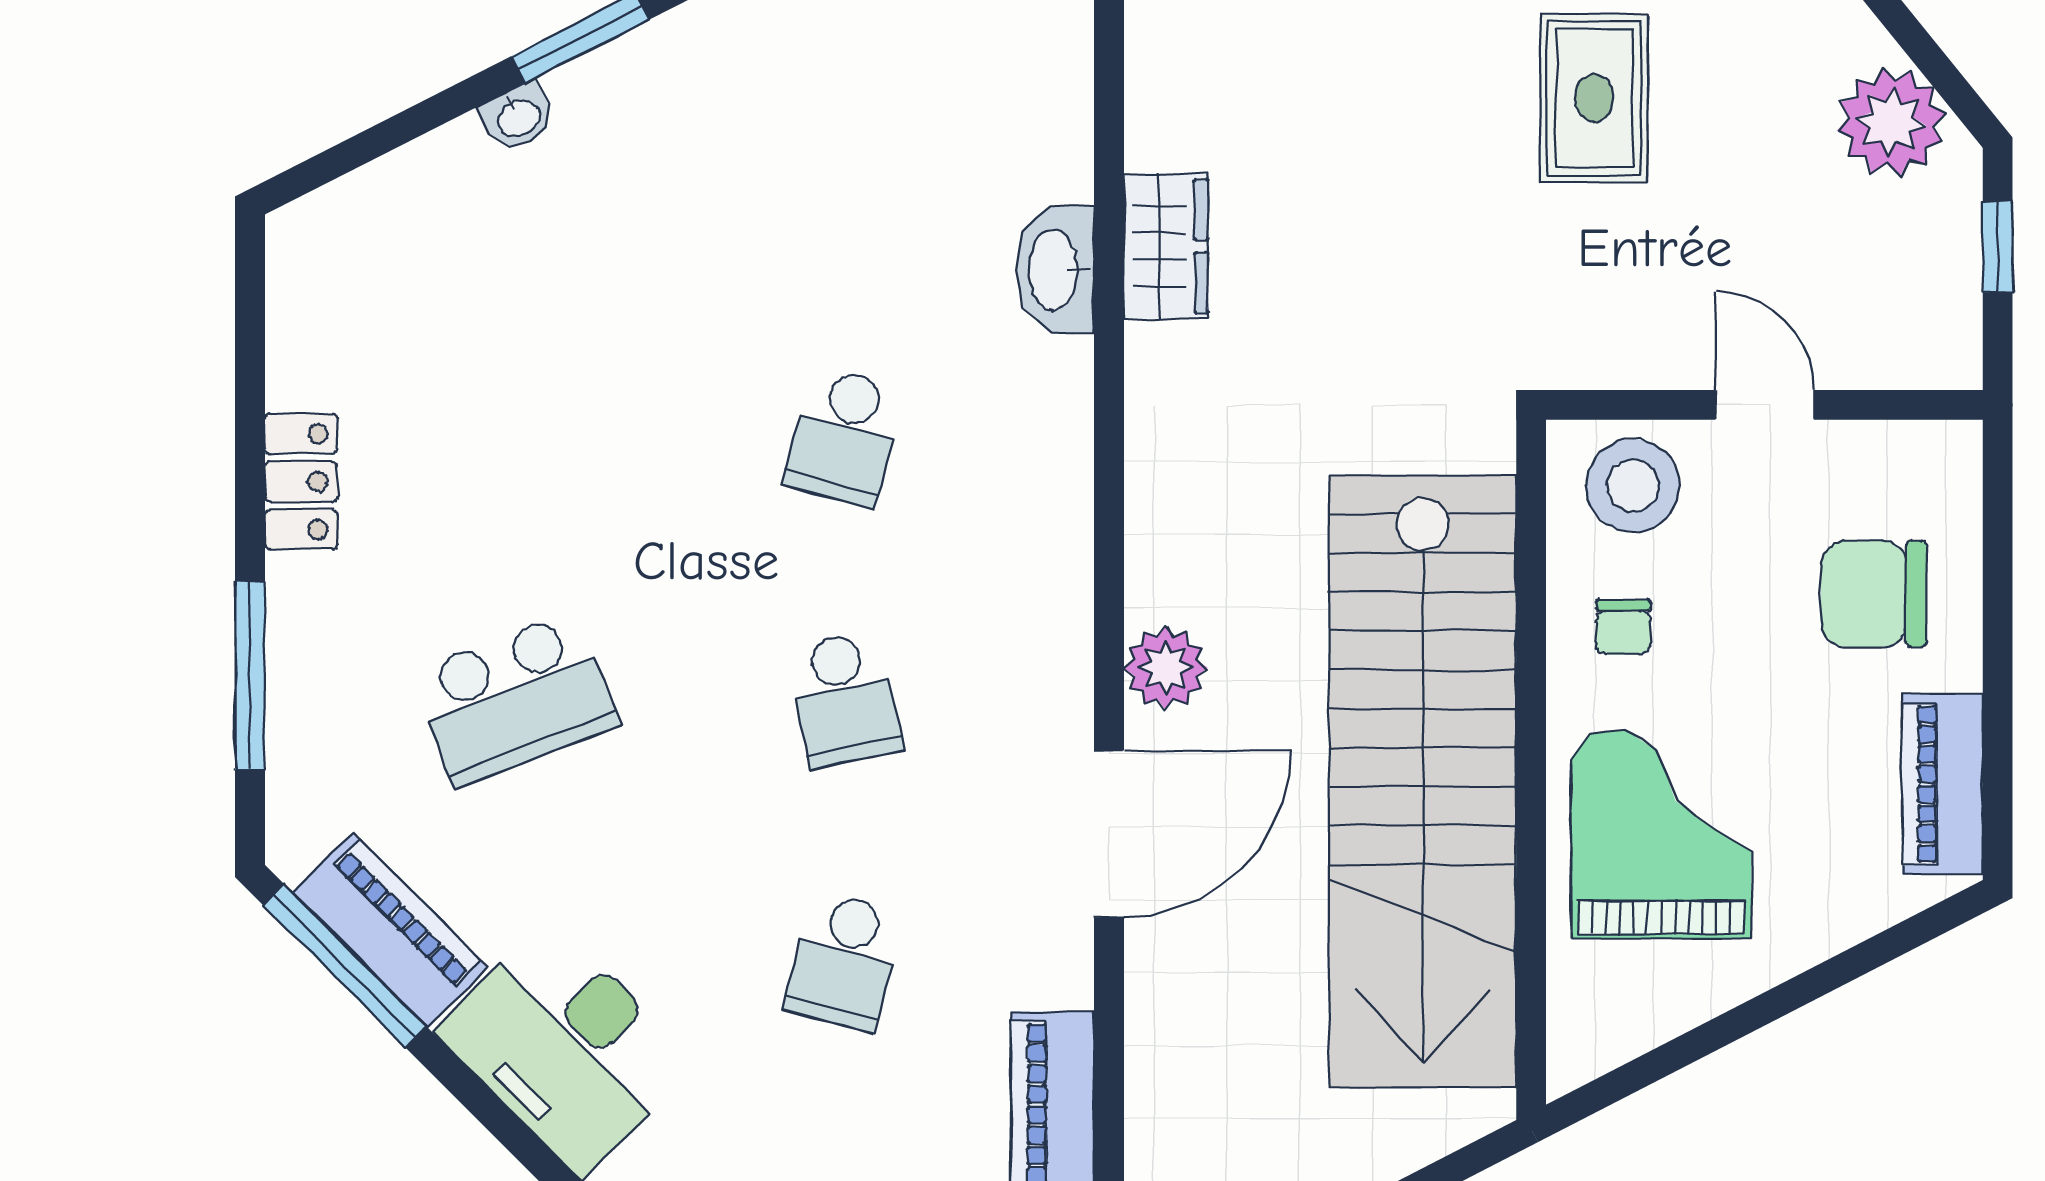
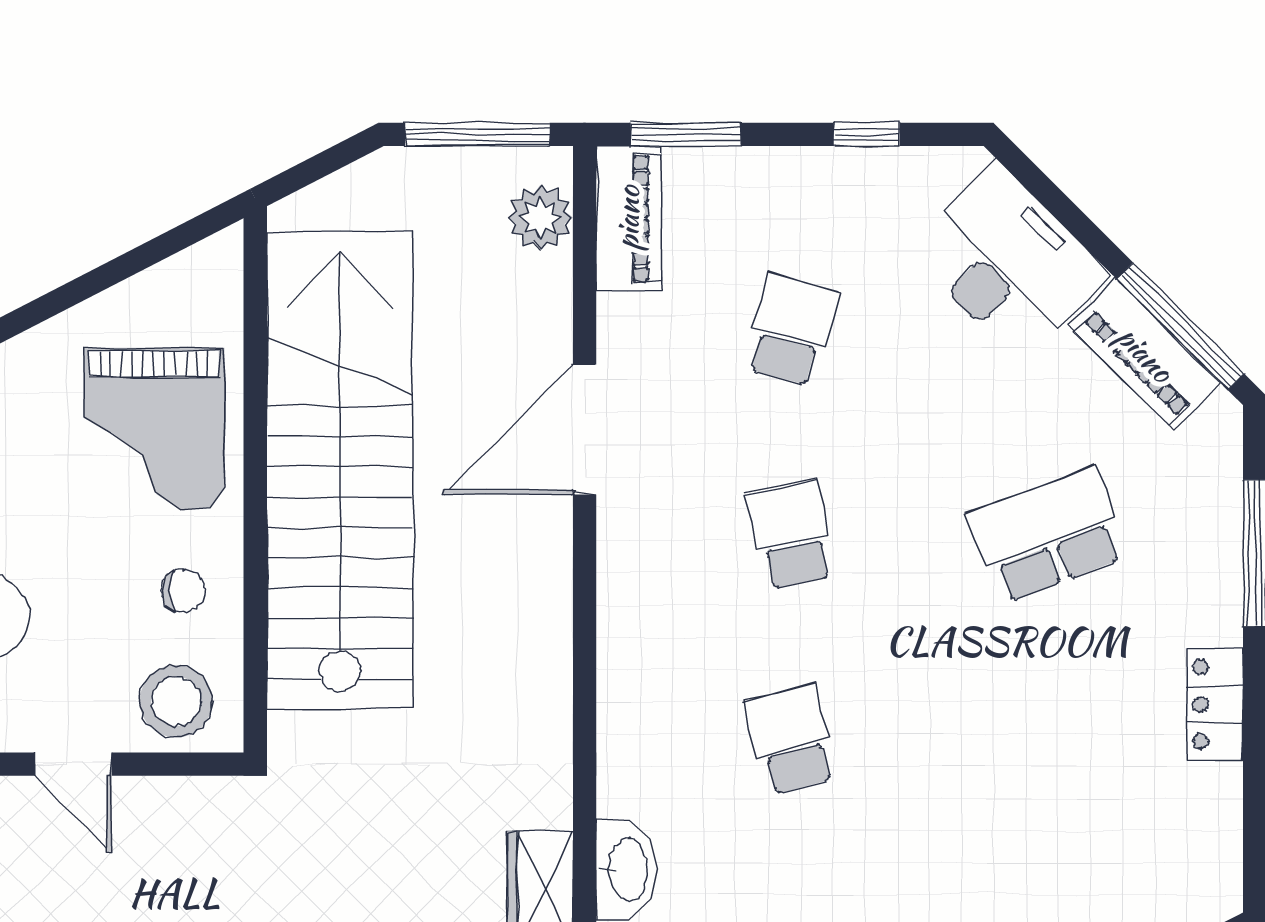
school desk: (844, 437) -> (791, 739), turned -30
chair: (1623, 627) -> (183, 591), turned 90
plant: (1166, 668) -> (540, 218), moved

